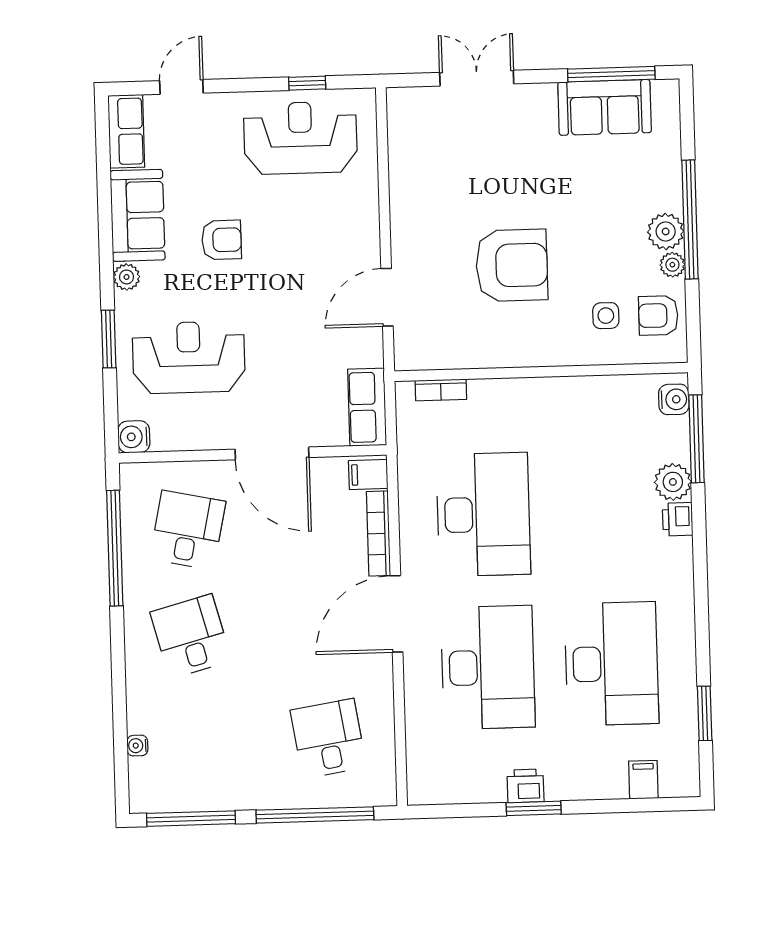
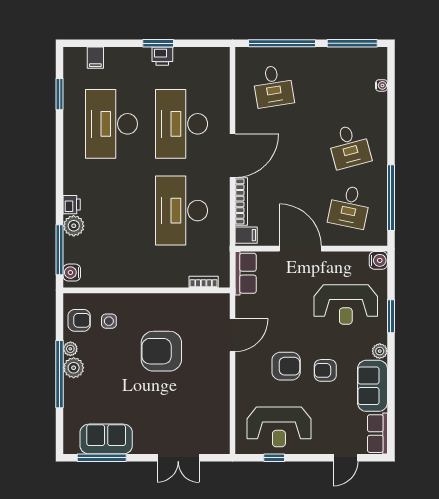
armchair: (291, 245) -> (286, 366), added

